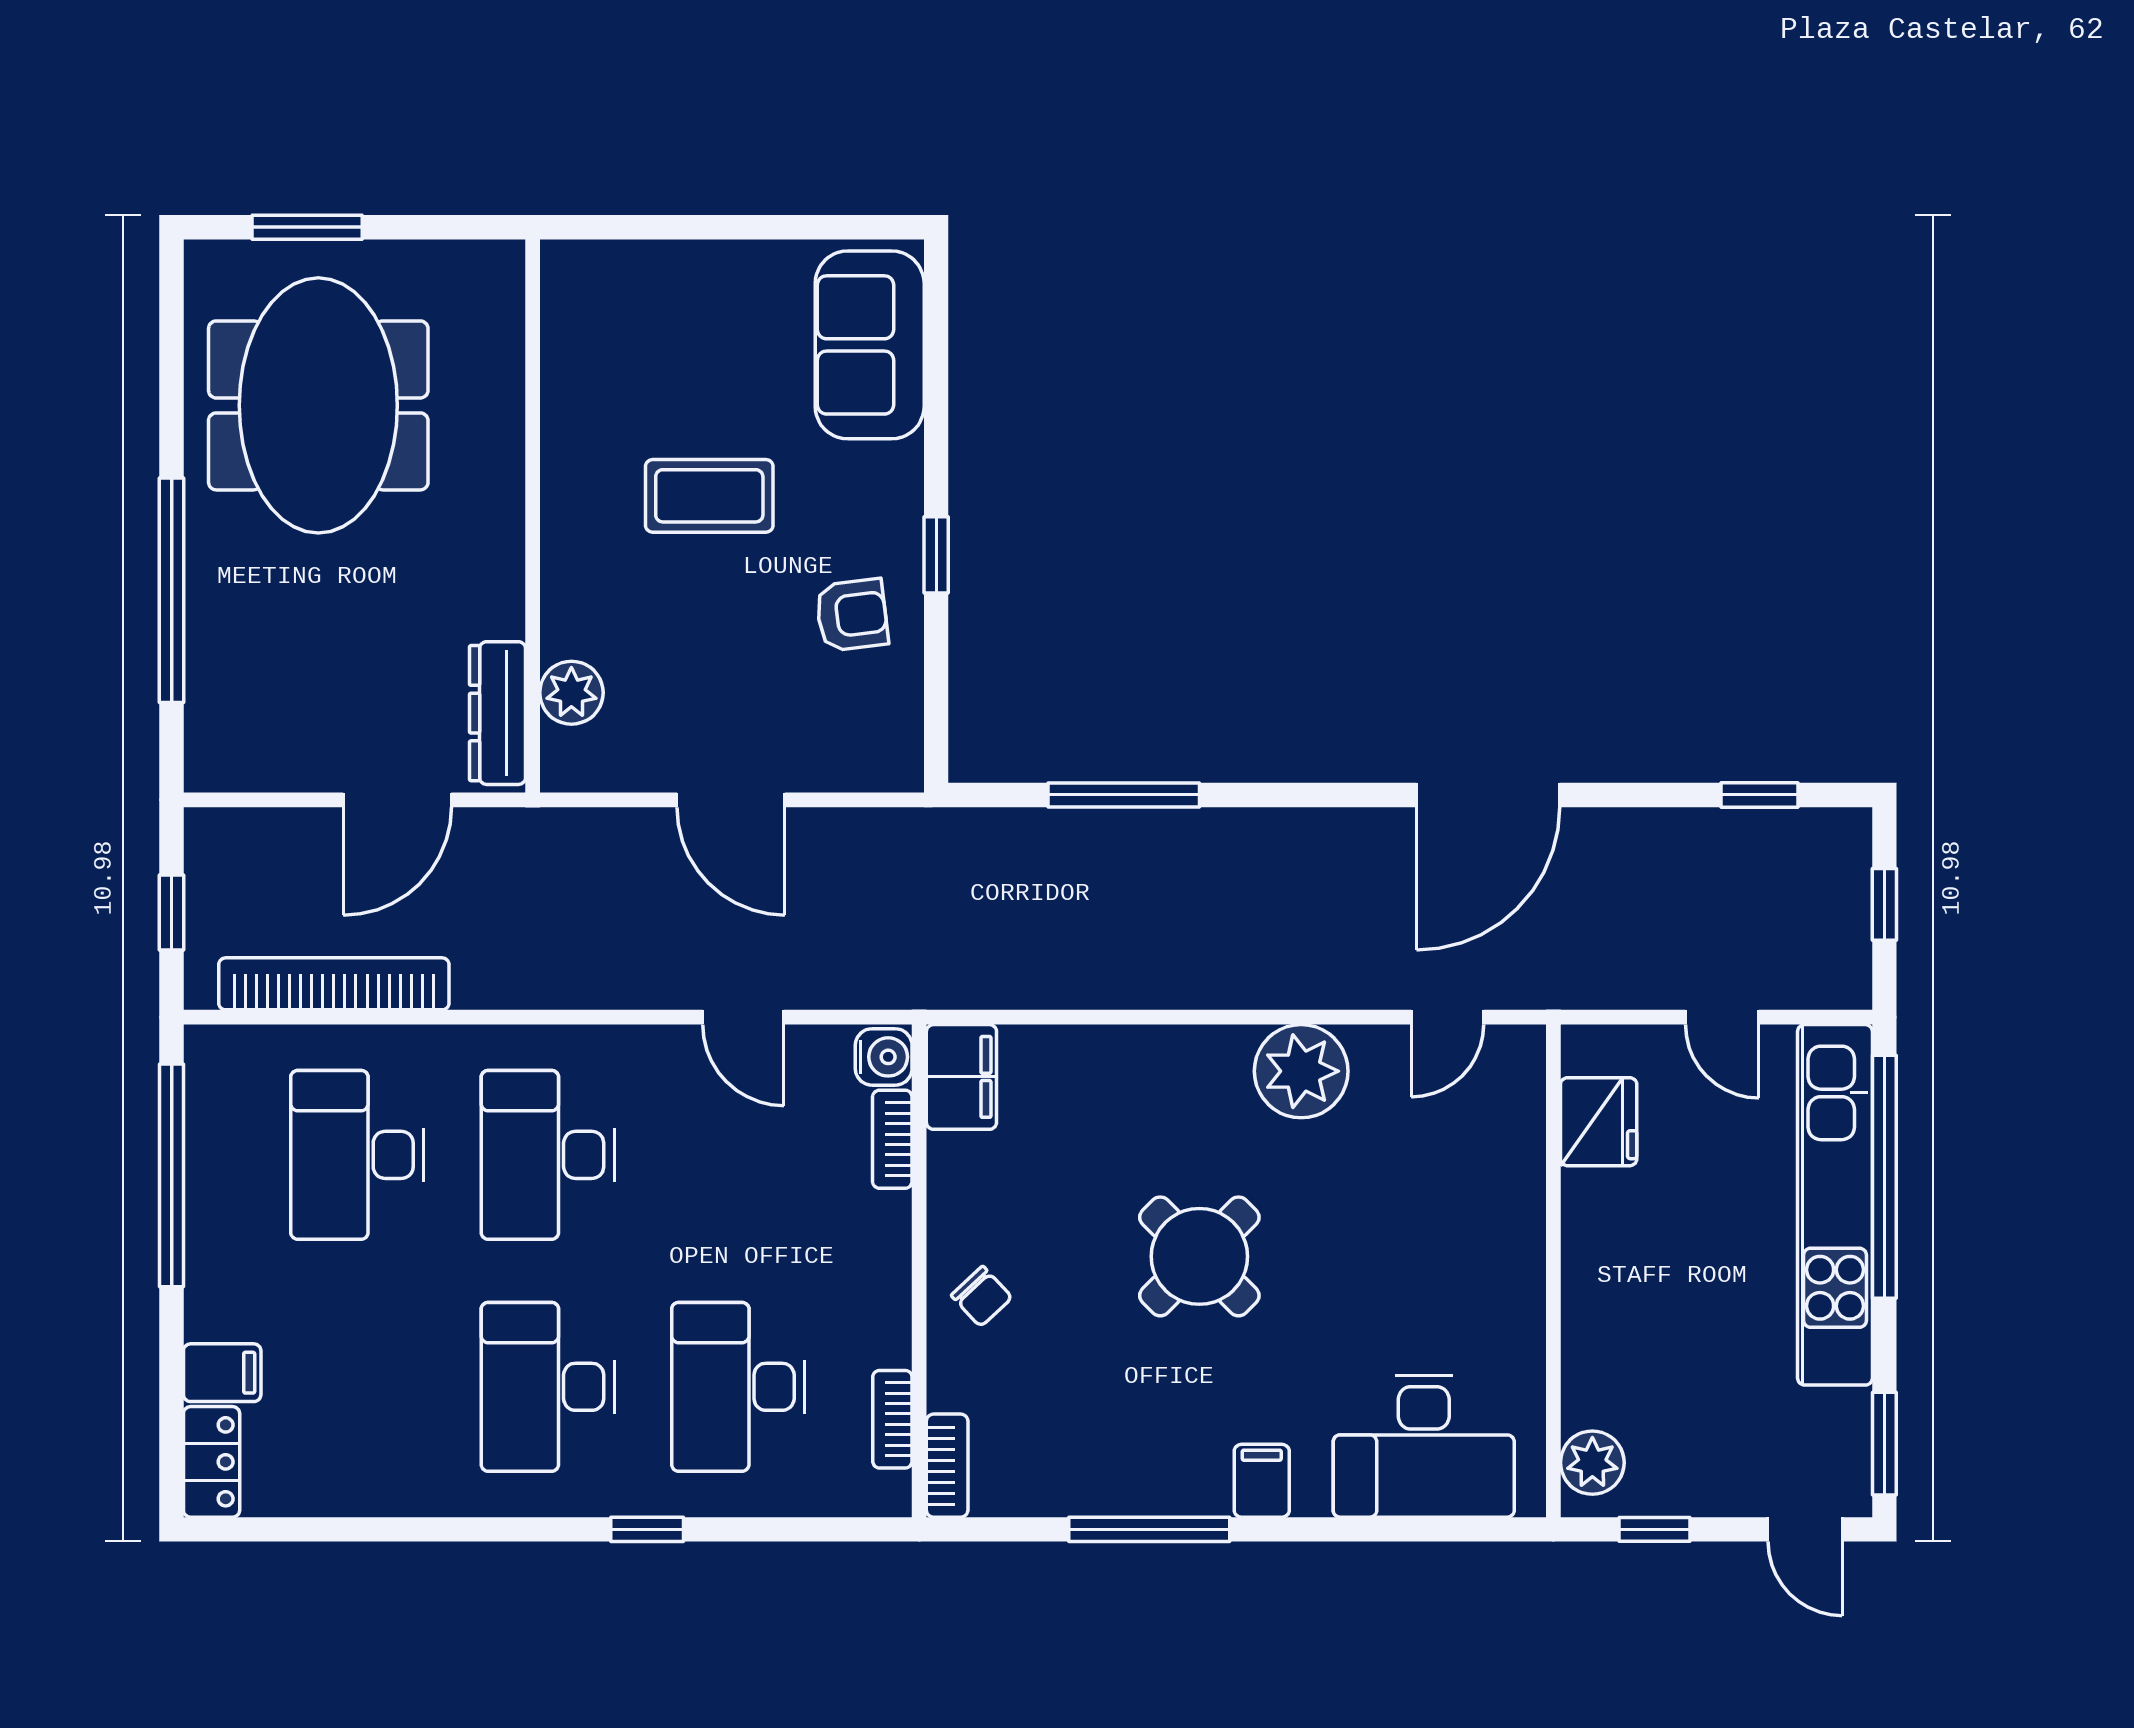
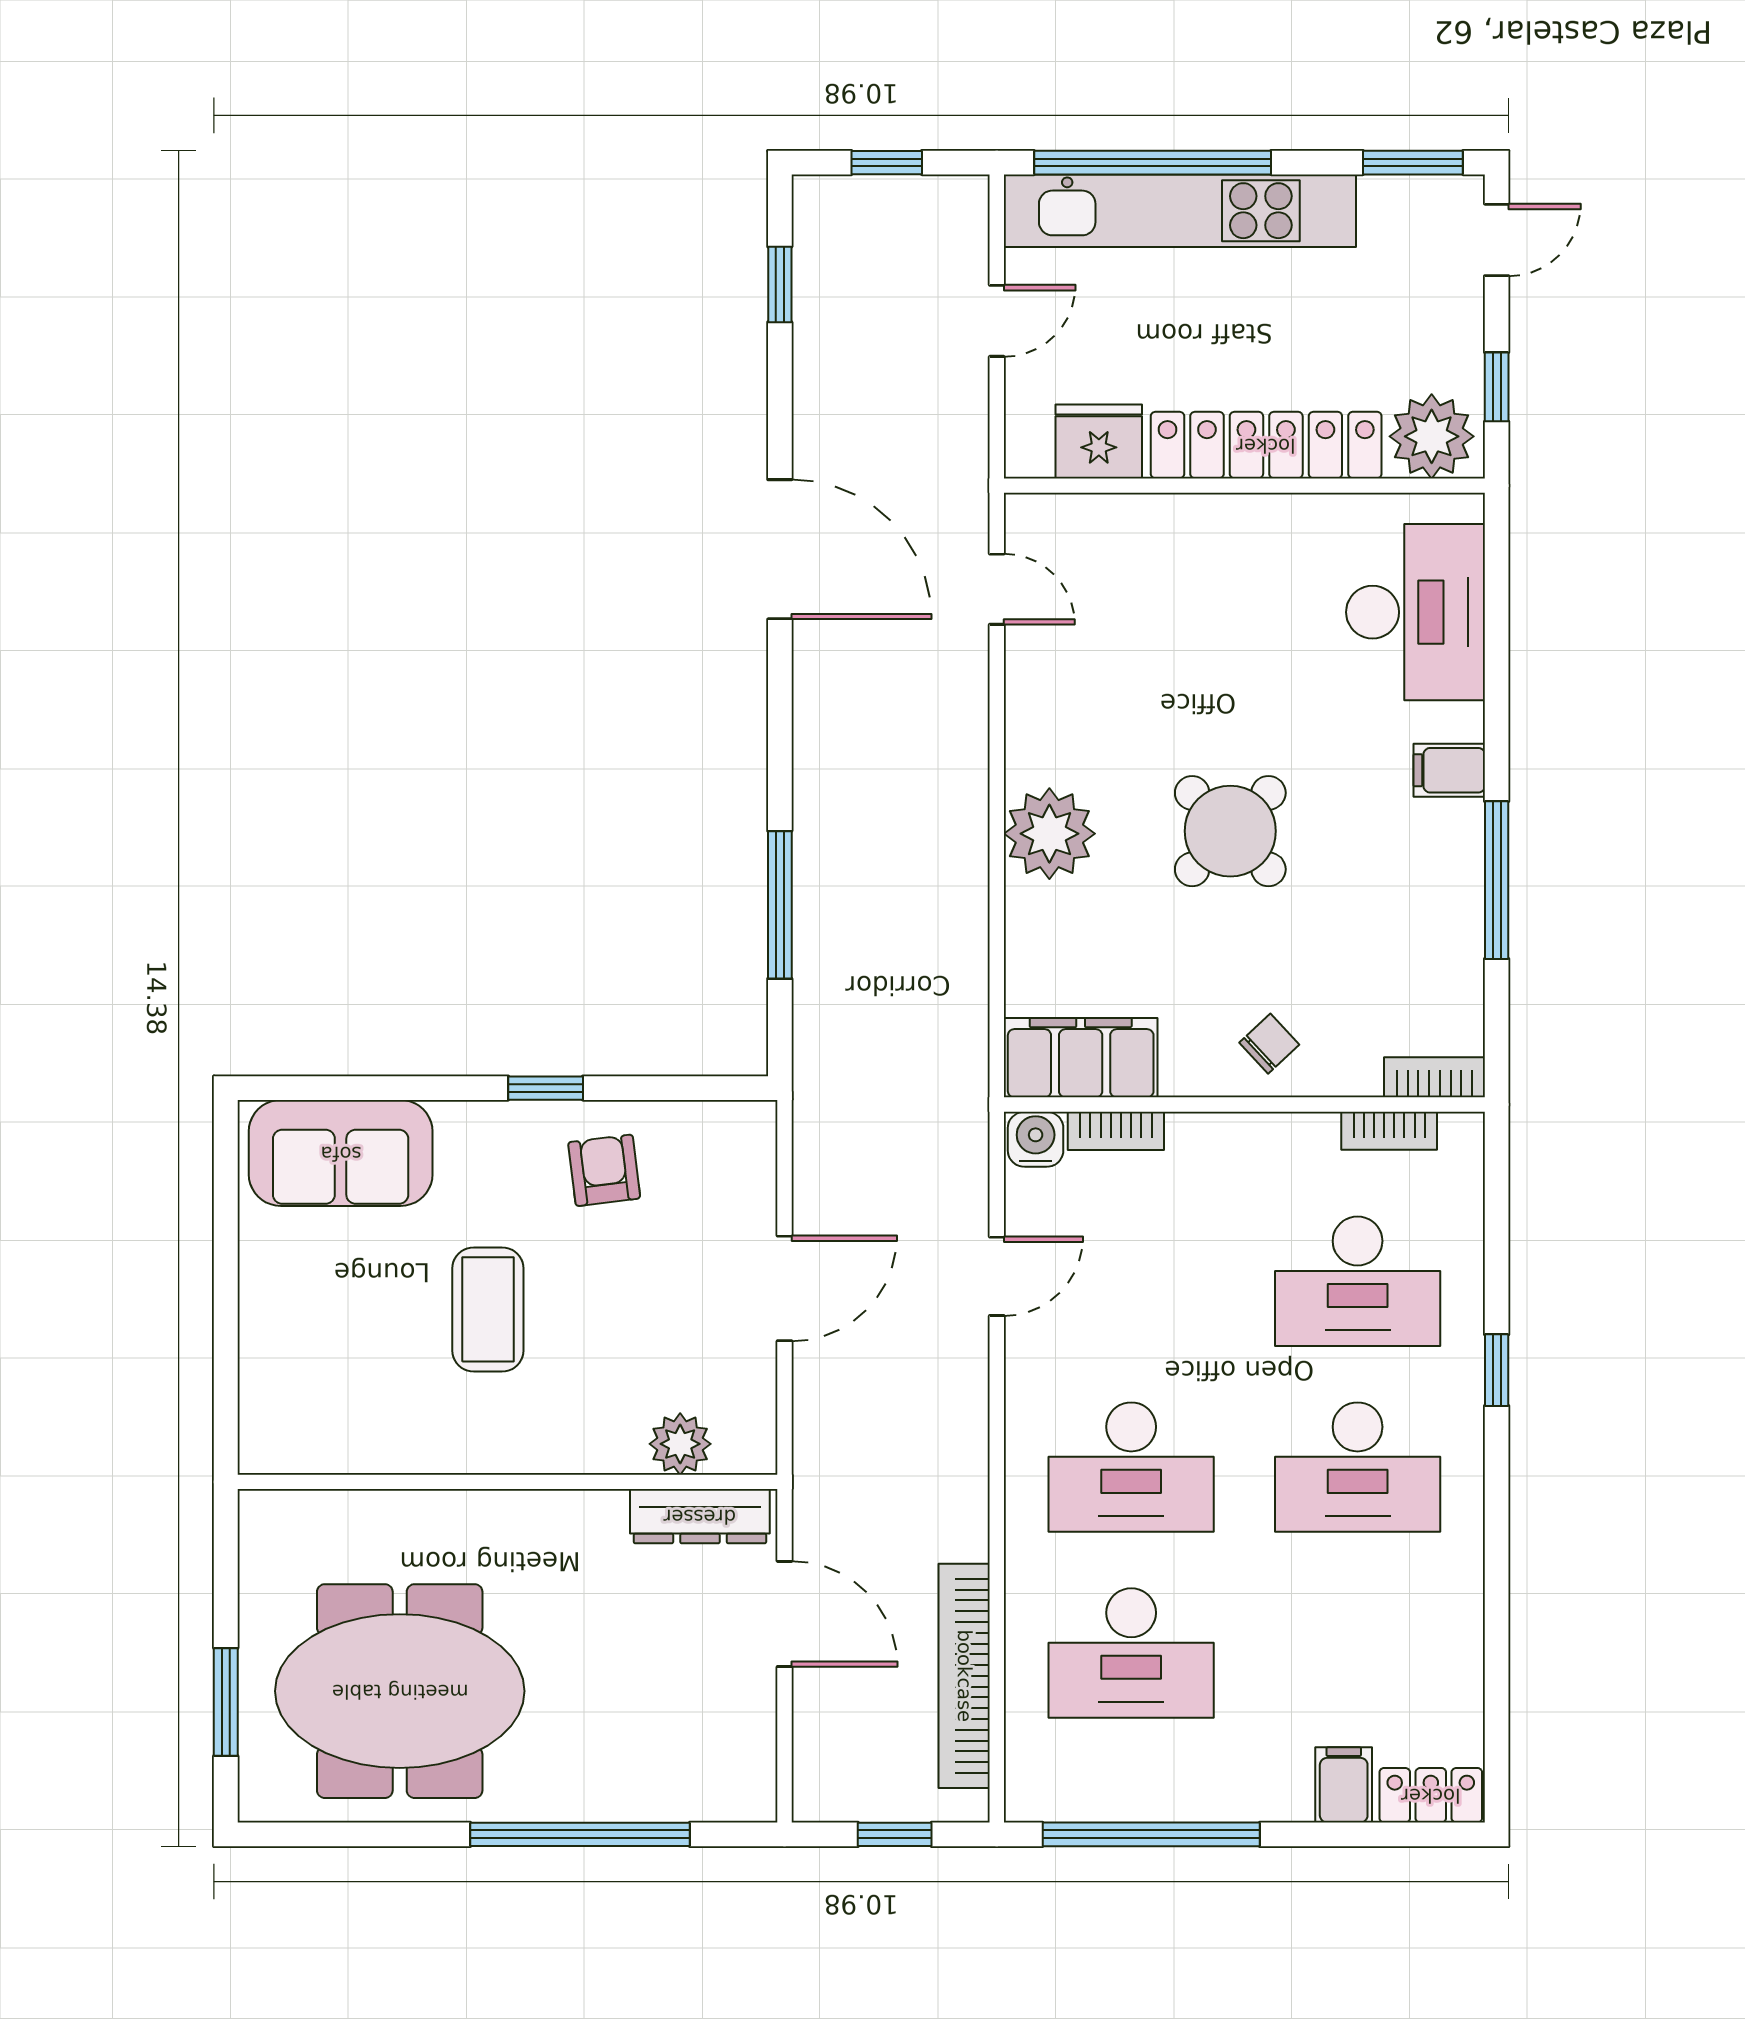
plant: (1301, 1071) -> (1049, 834), moved
filing cabinet: (961, 1077) -> (1081, 1058), width x1.50, depth x1.17
locker: (1595, 1293) -> (1266, 445), added
plant: (1592, 1463) -> (1432, 436), width x1.36, depth x1.36

